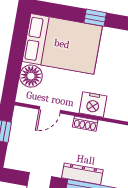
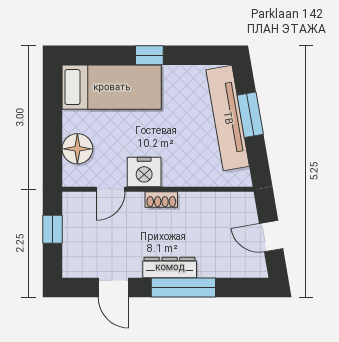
bed: (62, 44) -> (112, 87), width x0.67
nightstand: (93, 104) -> (144, 172), moved

